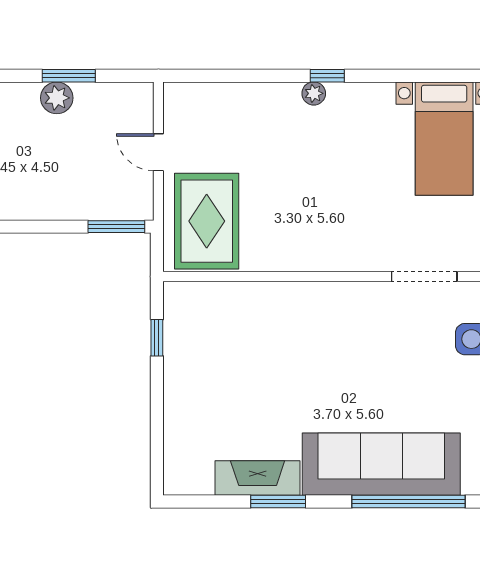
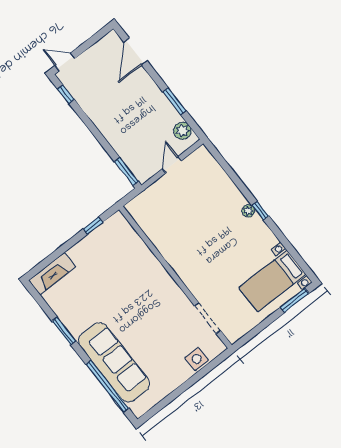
plant: (57, 98) -> (182, 131), moved
rug: (207, 221) -> (159, 208), removed
fireplace: (258, 478) -> (52, 274), moved, turned 90

